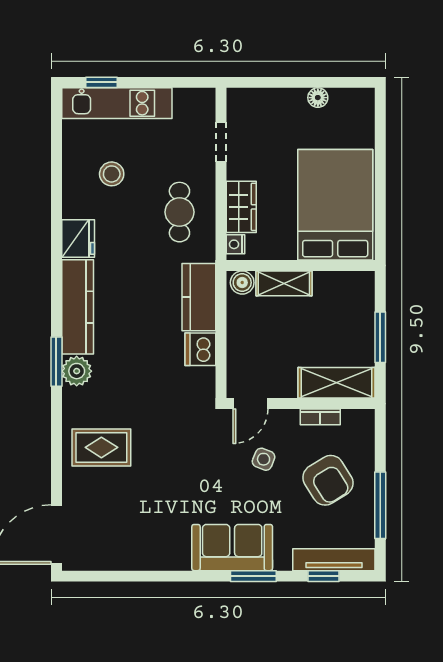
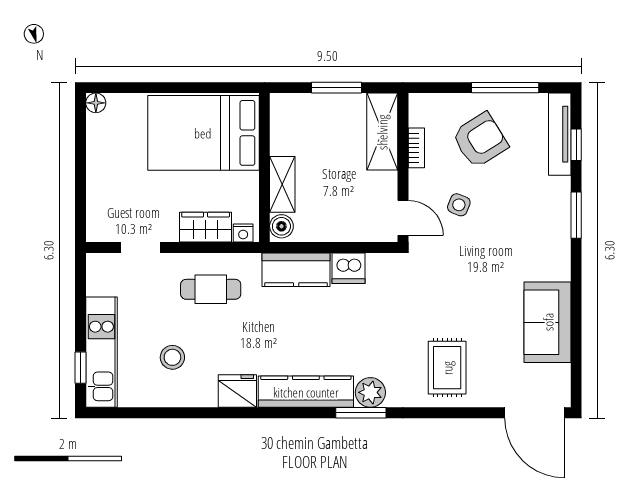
floor lamp: (318, 98) -> (96, 103), moved
sofa: (232, 548) -> (548, 322), moved

